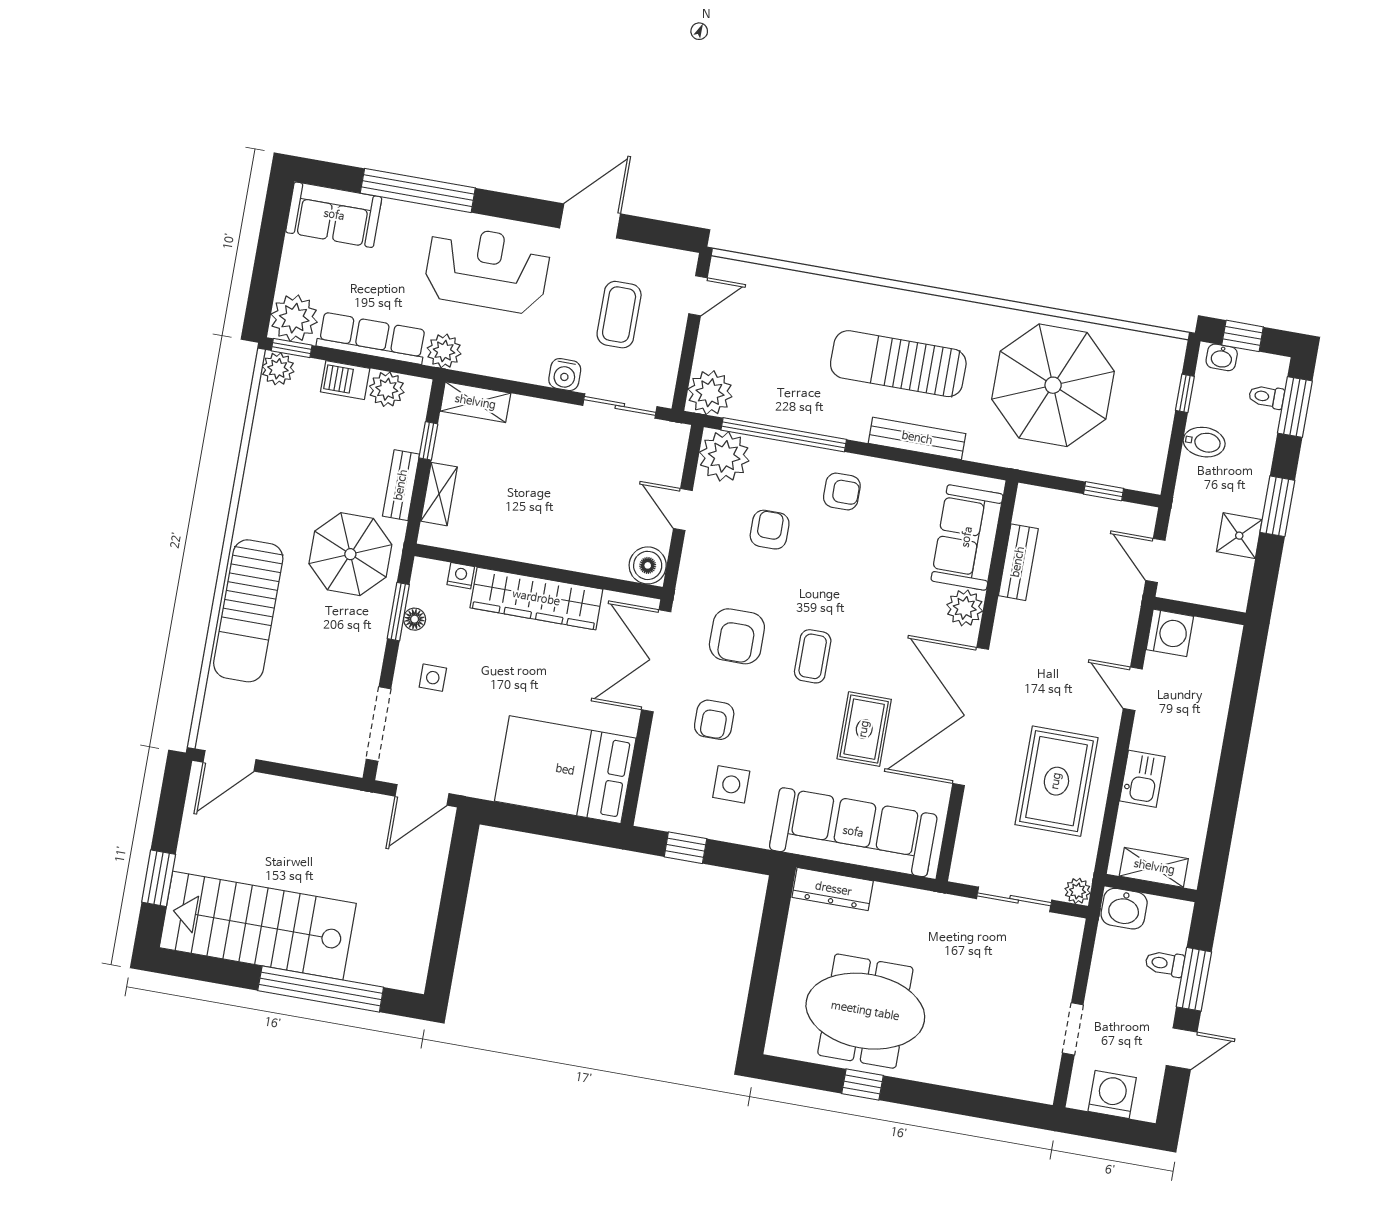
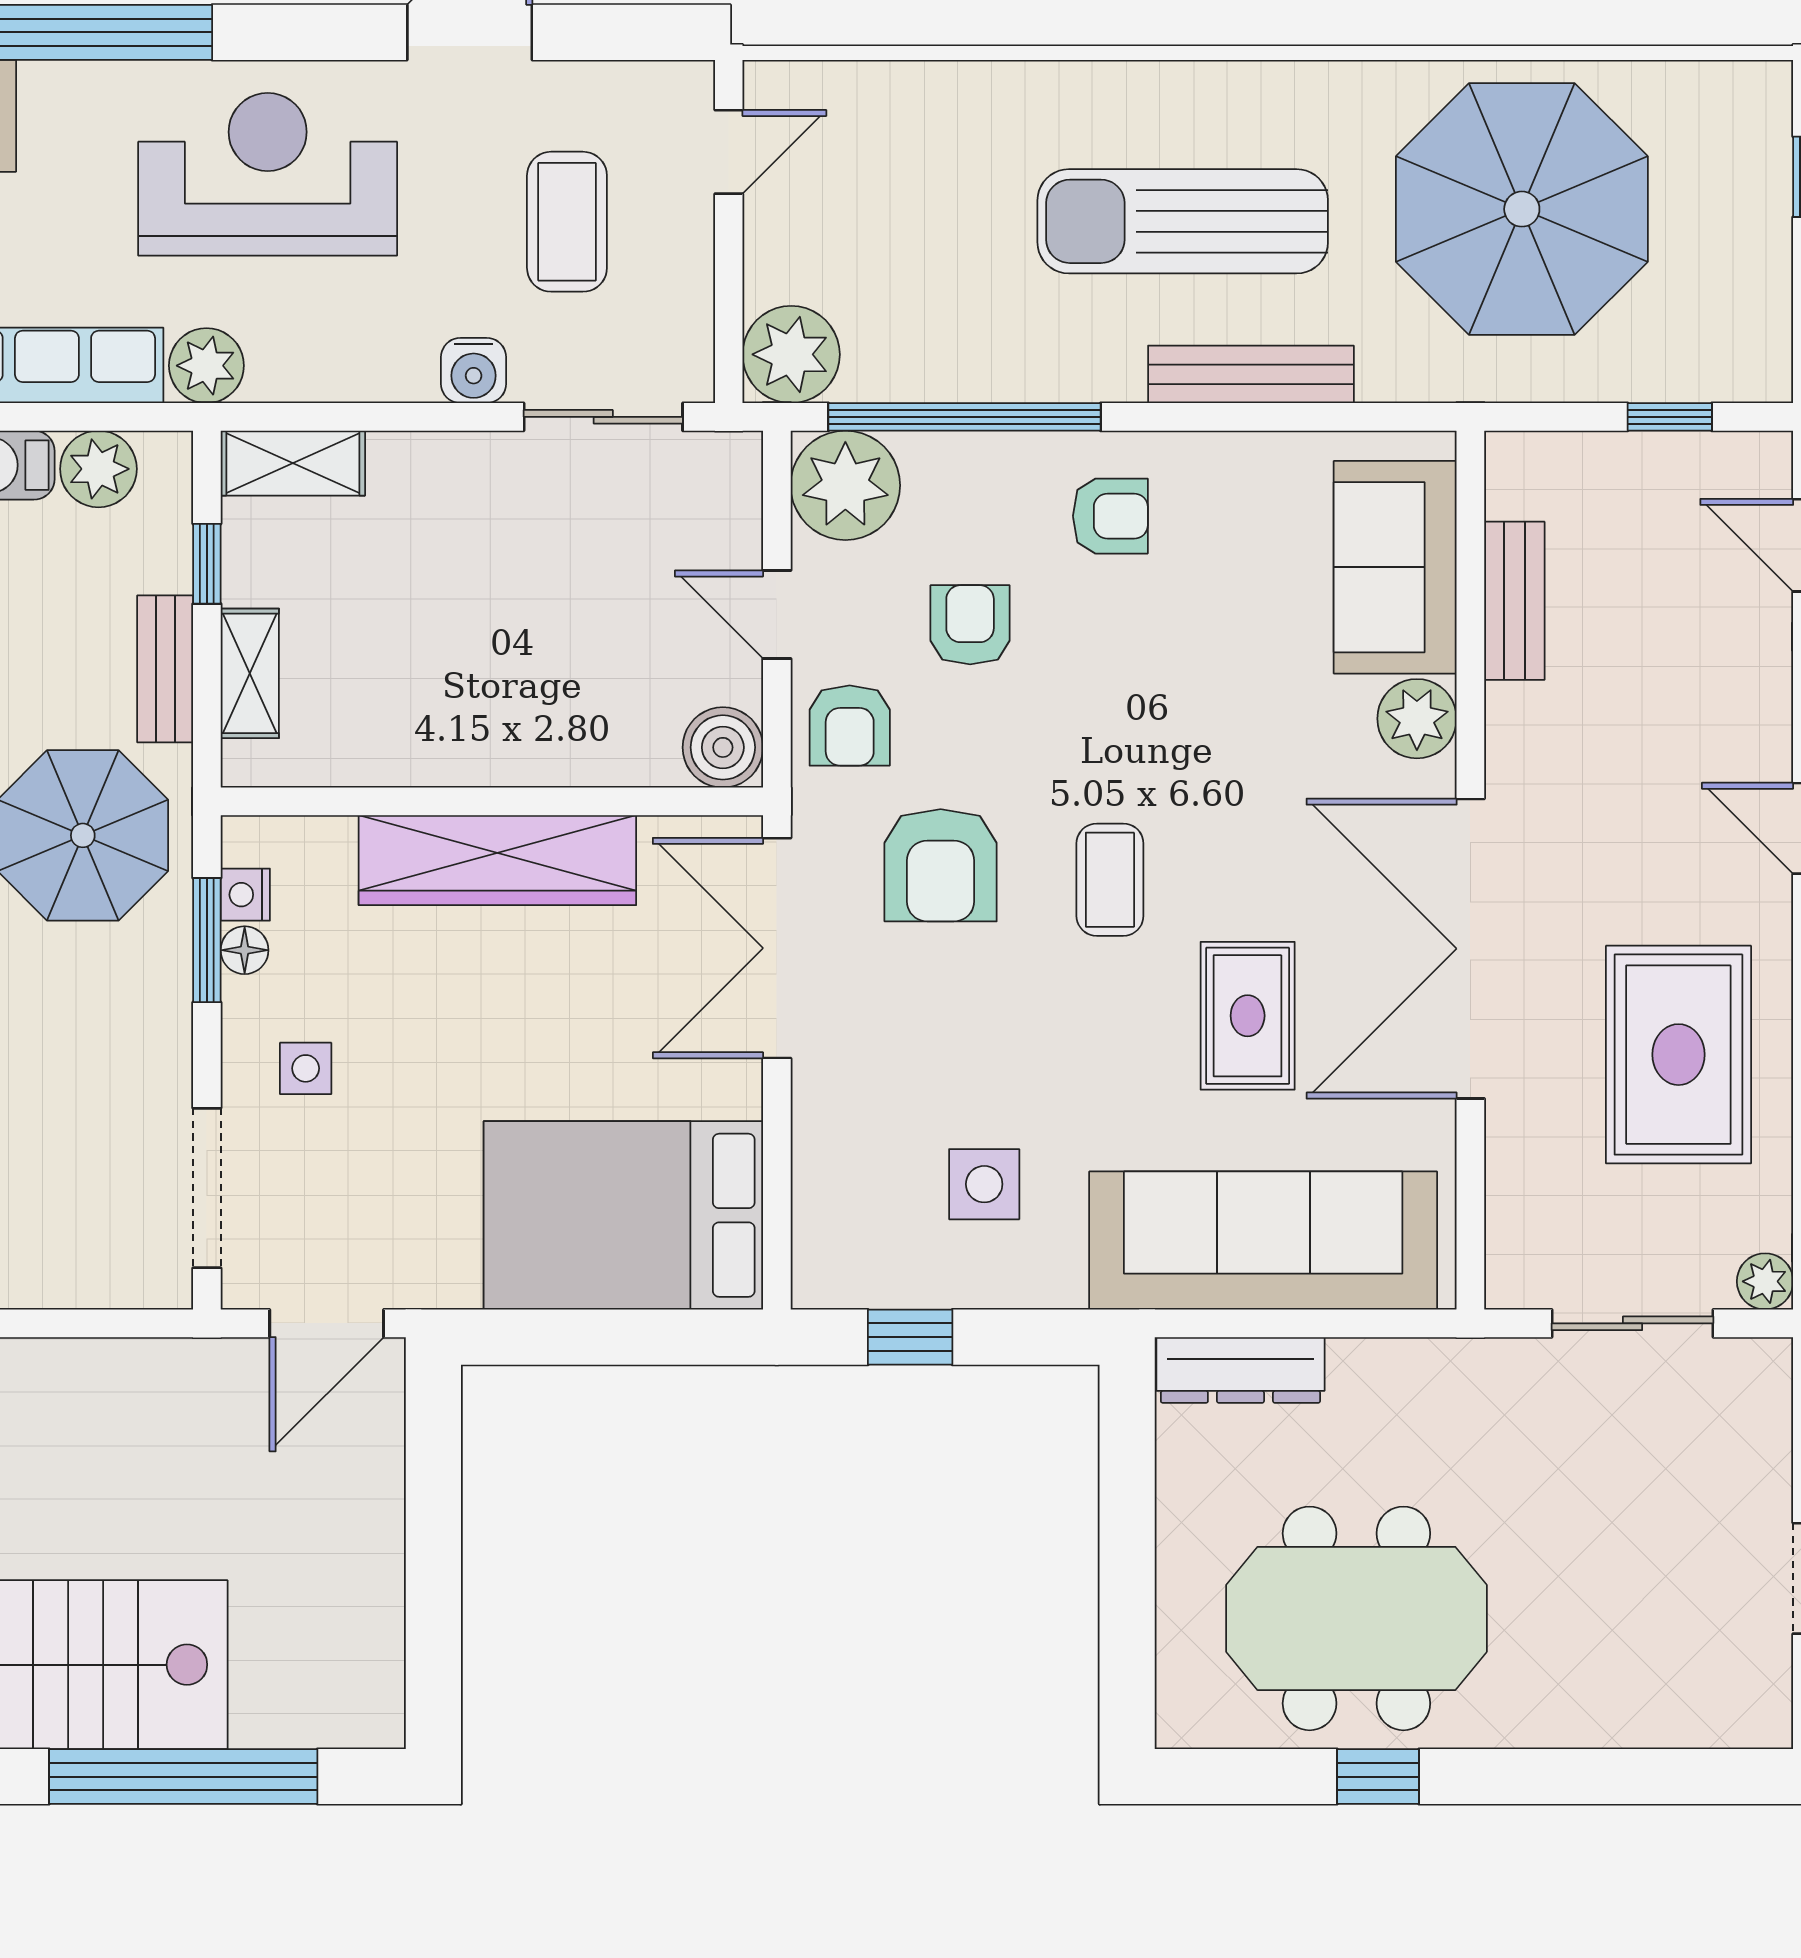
nightstand: (461, 576) -> (245, 895), moved, turned -90
armchair: (714, 720) -> (850, 726), moved

